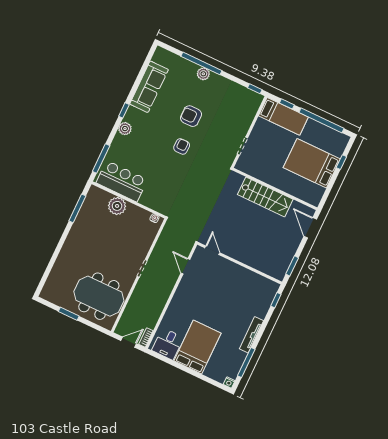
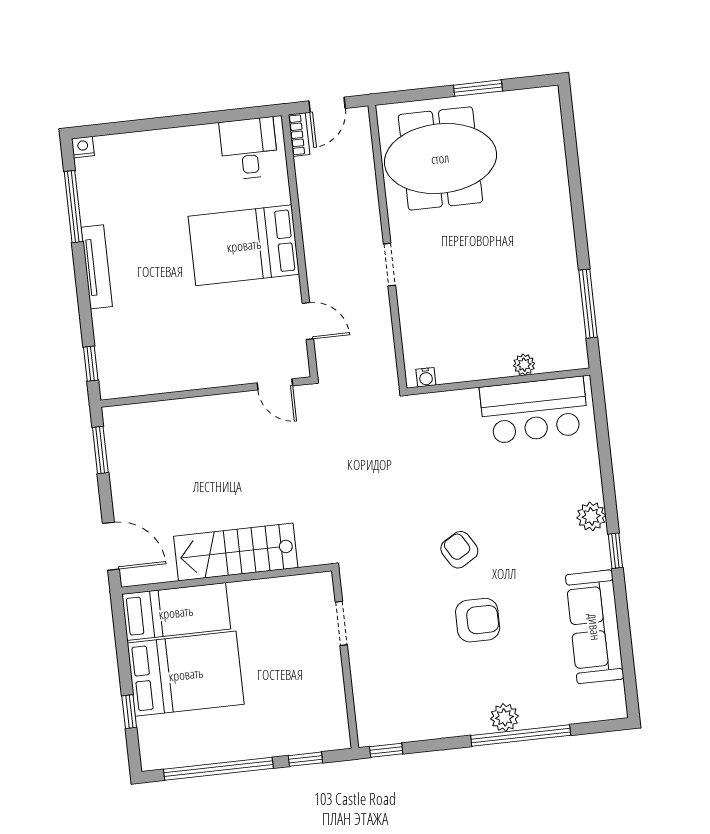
bed: (283, 116) -> (176, 612), moved, turned 180
armchair: (182, 146) -> (459, 550), turned 149
window: (101, 158) -> (602, 429), removed
plant: (117, 206) -> (524, 365), width x0.53, depth x0.53
bed: (197, 347) -> (244, 245), moved, turned 90

